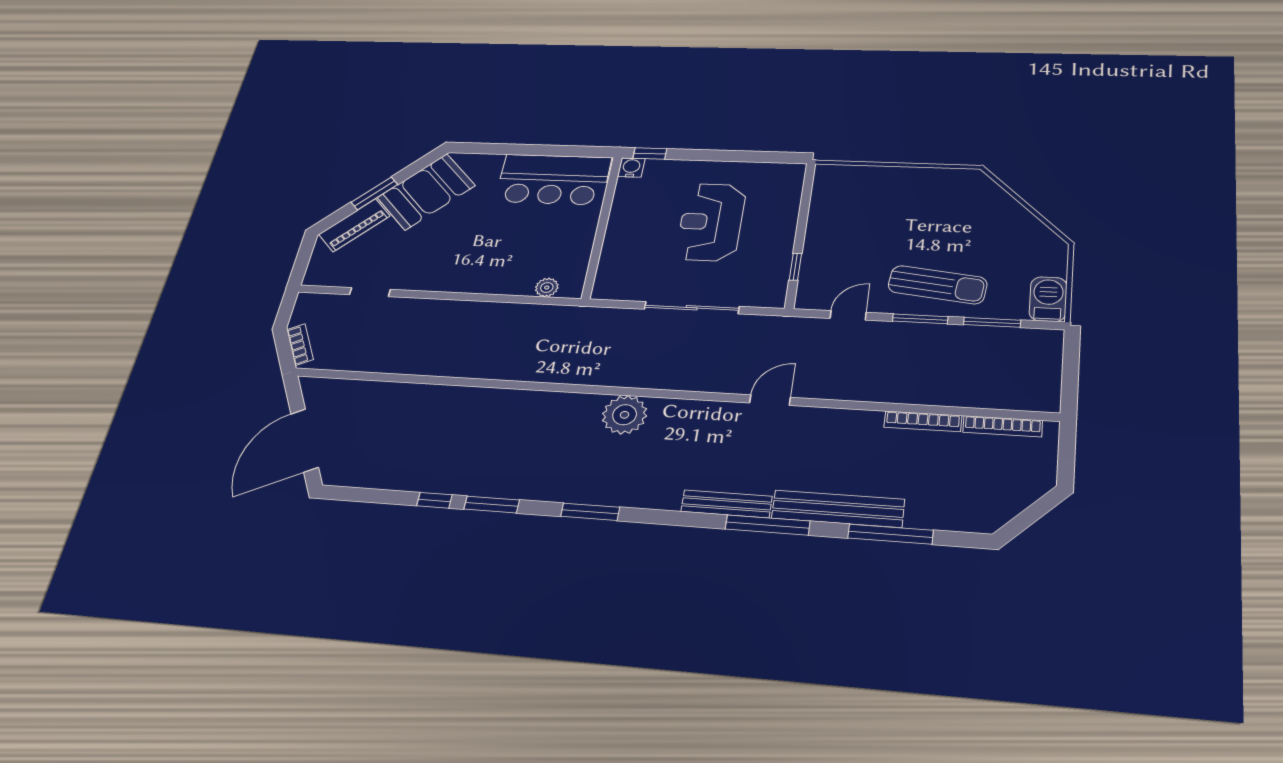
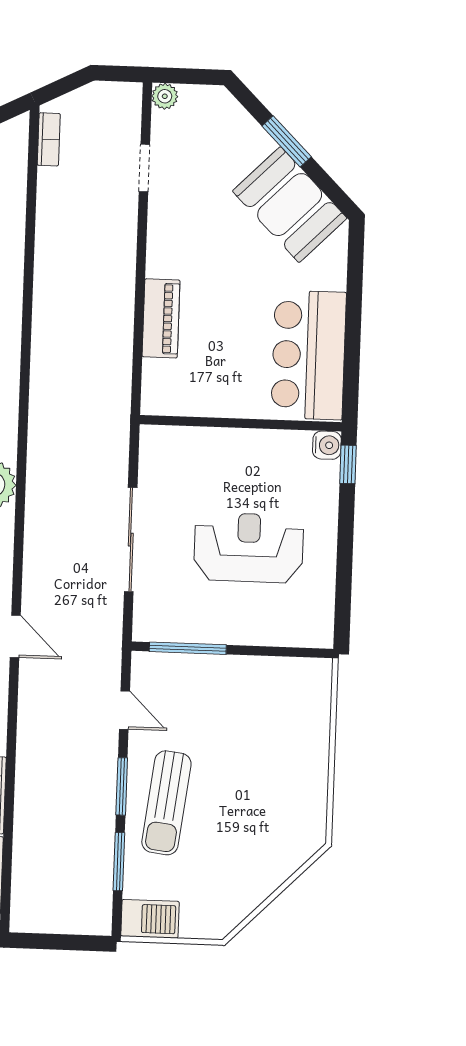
piano: (354, 225) -> (161, 318), moved, turned -135
window: (795, 267) -> (188, 648), width x2.17
plant: (547, 287) -> (165, 96), moved
bookcase: (300, 345) -> (49, 139), moved, turned -63

